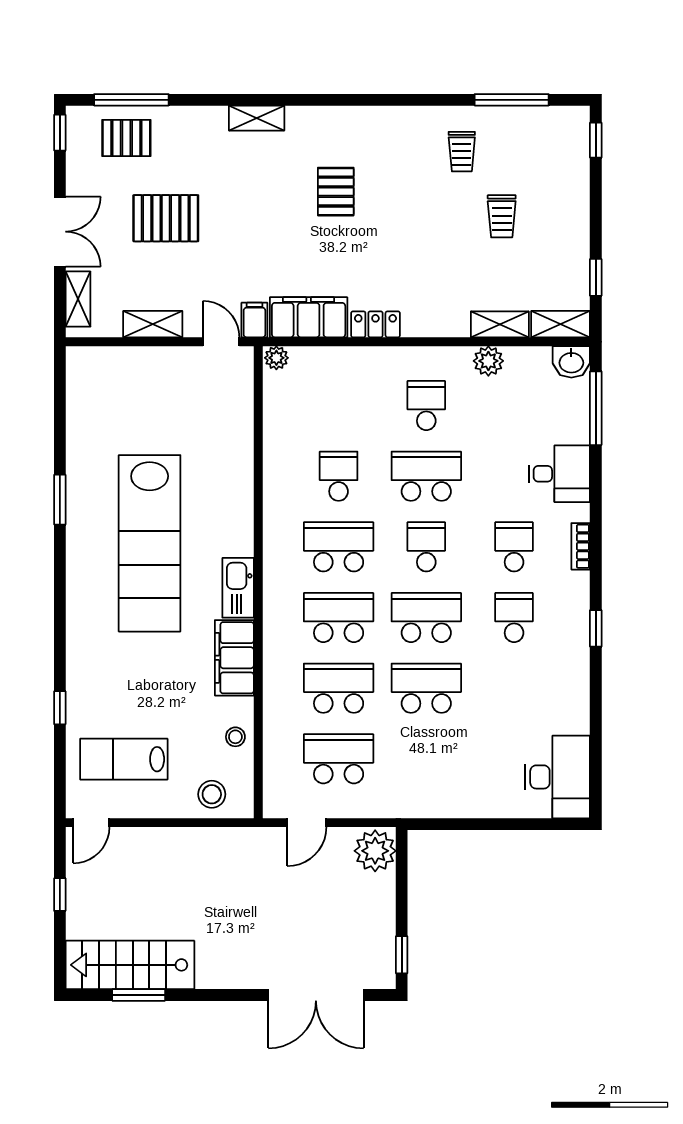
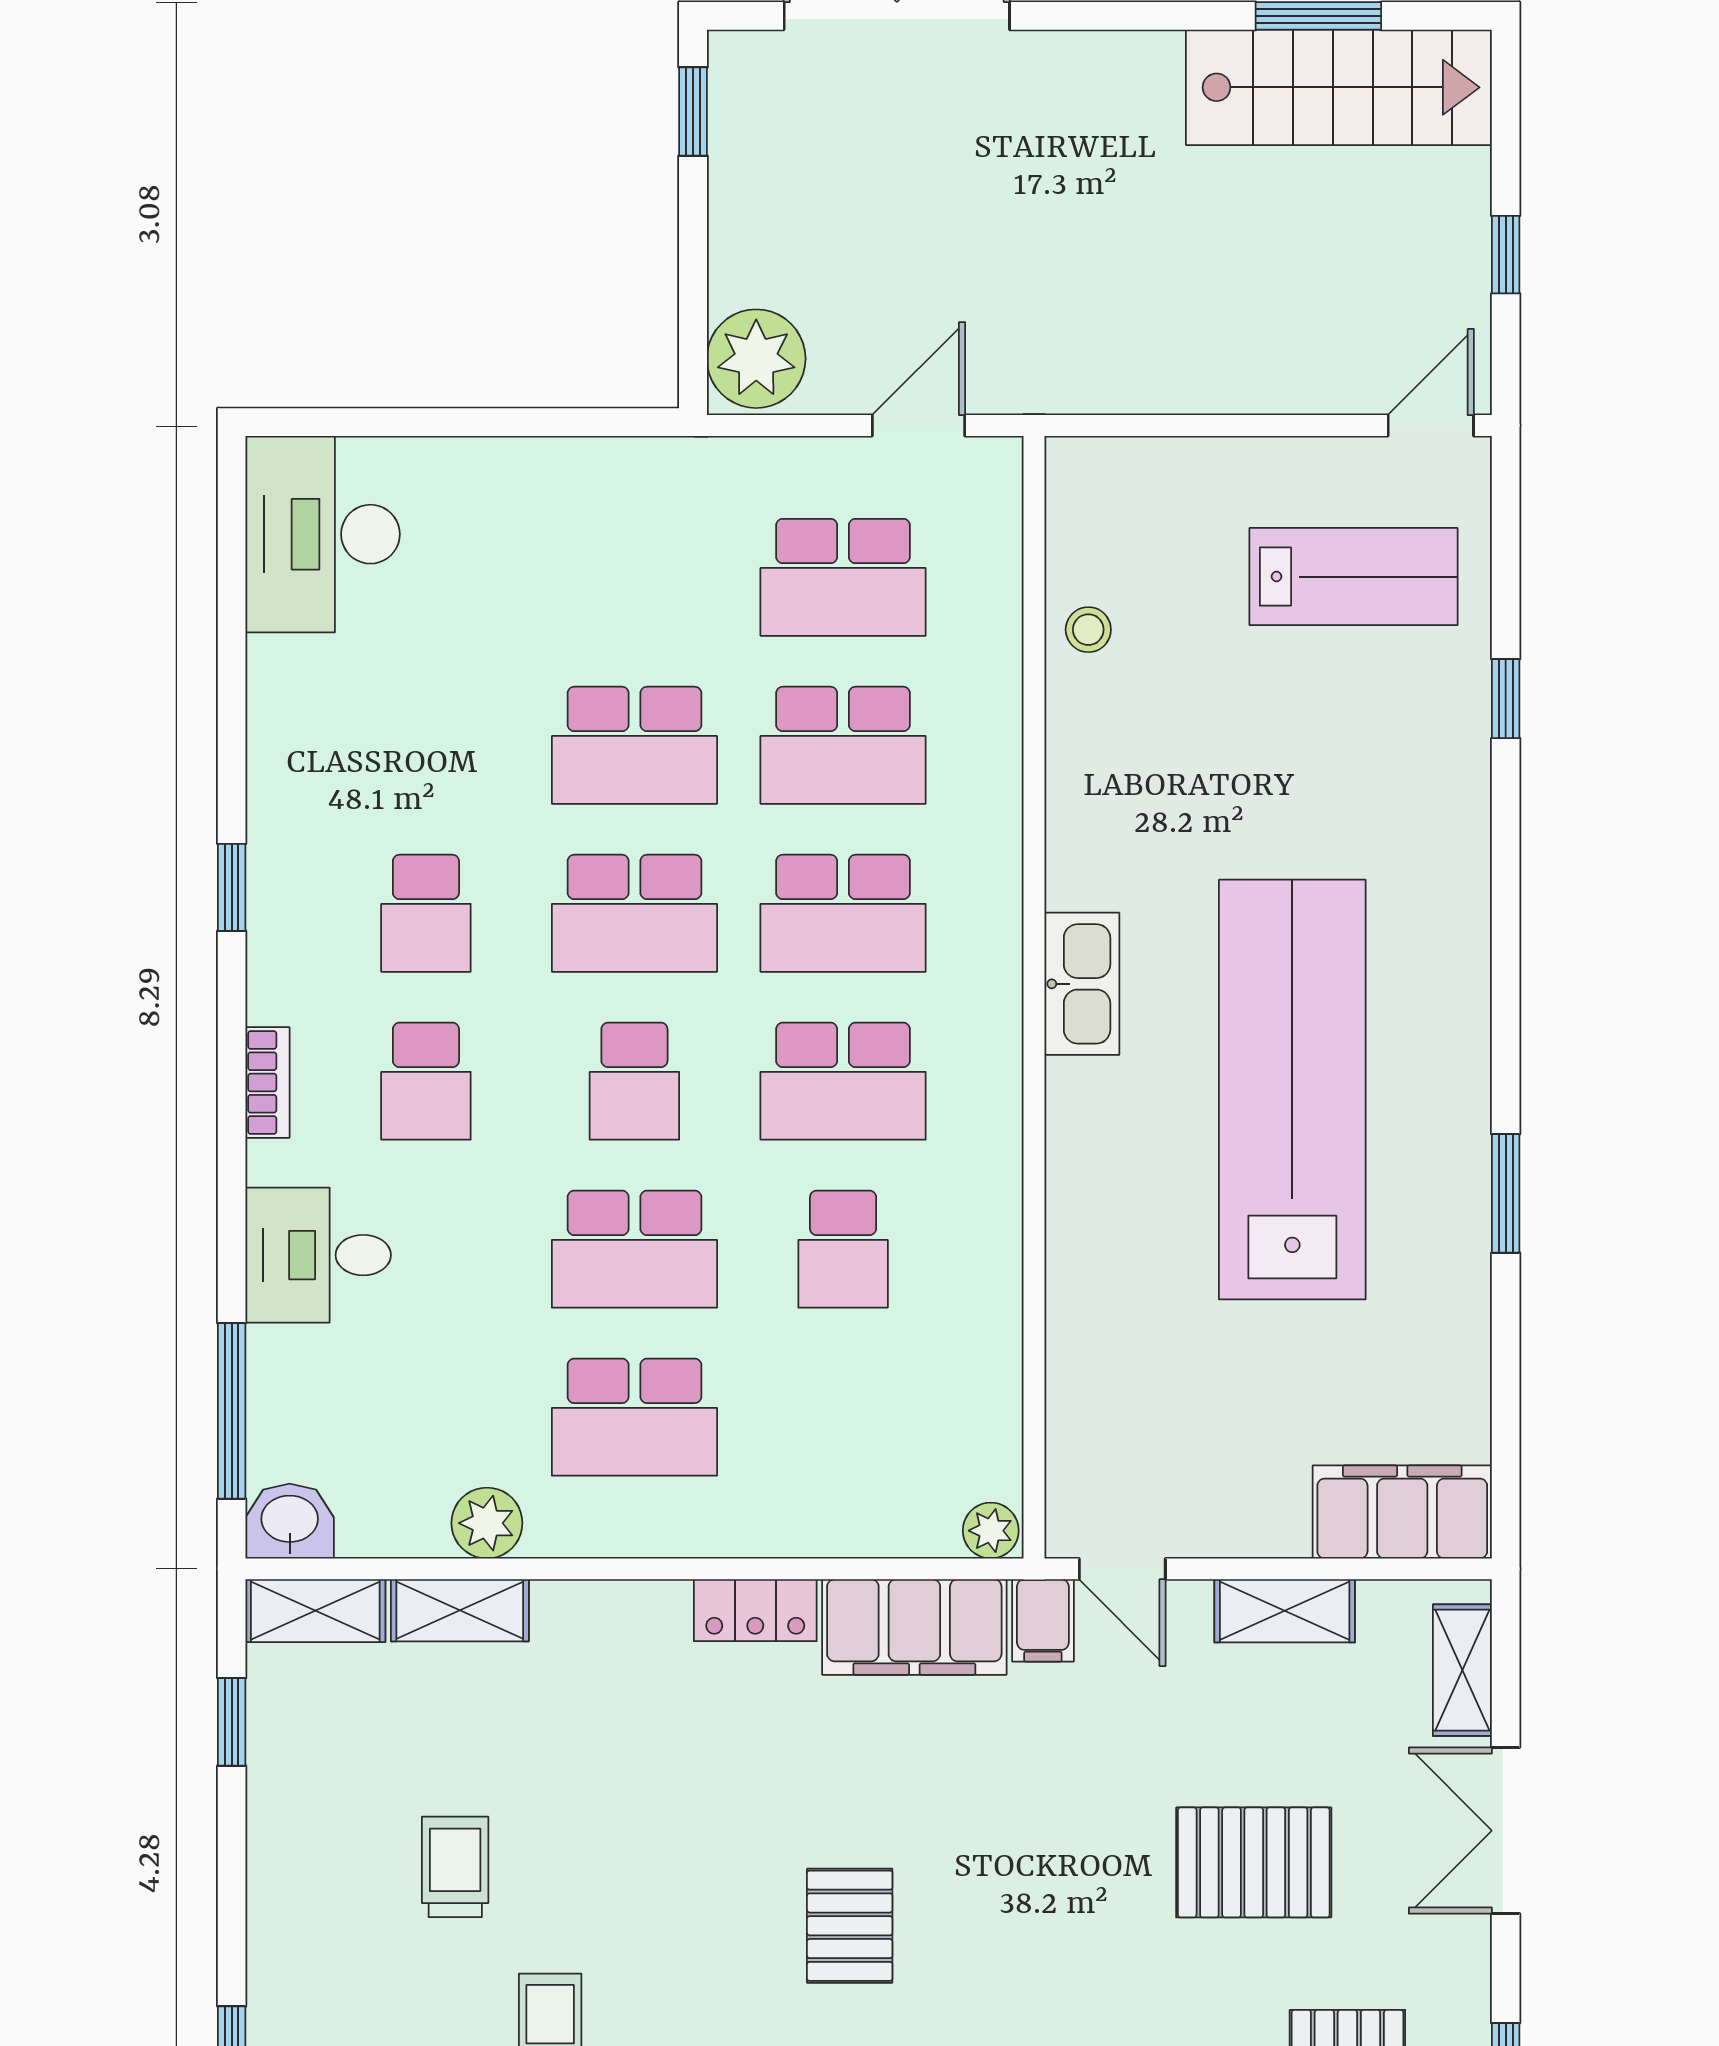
school desk: (426, 406) -> (634, 1417), width x1.85
filing cabinet: (234, 658) -> (1402, 1512), moved, turned -90
stool: (212, 794) -> (1144, 493), removed

